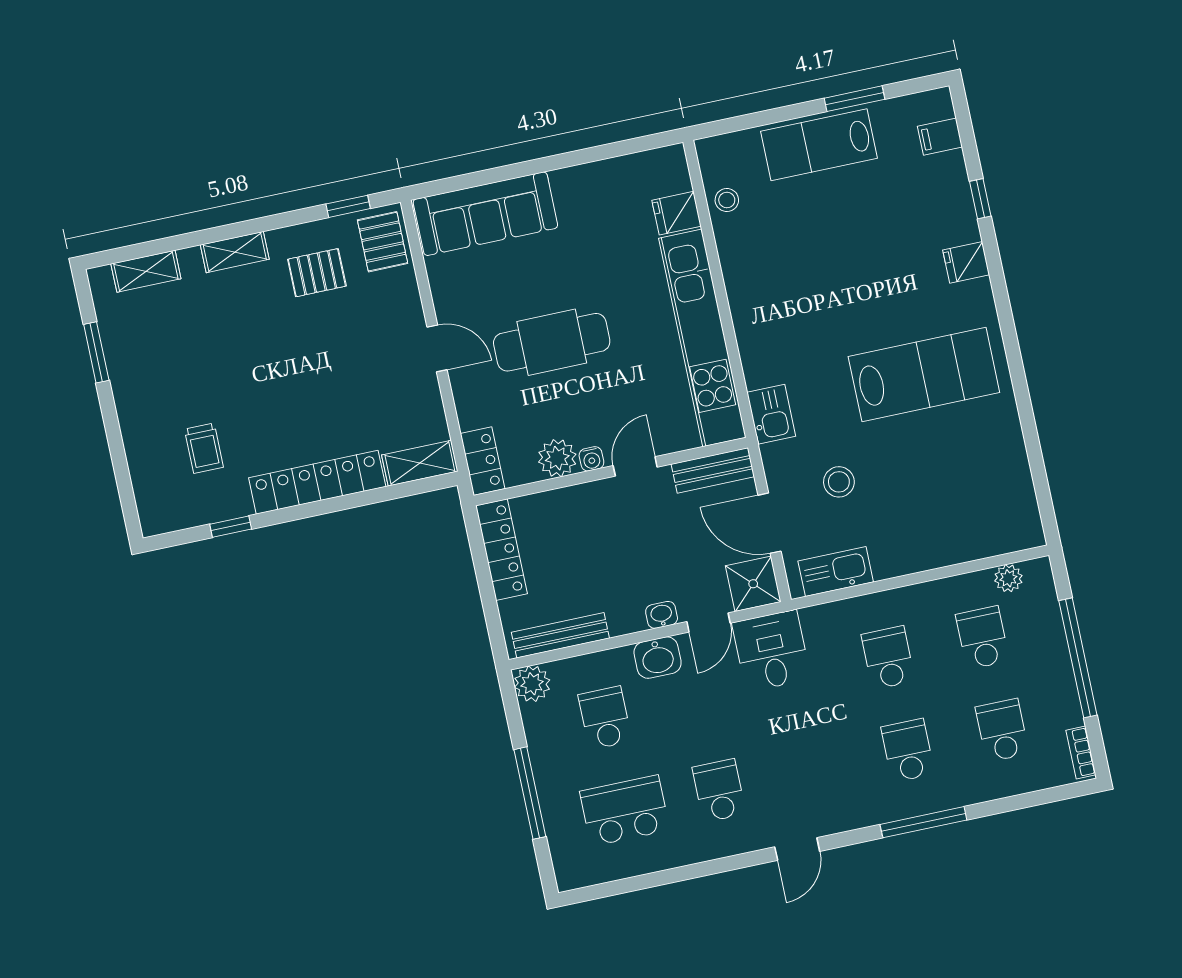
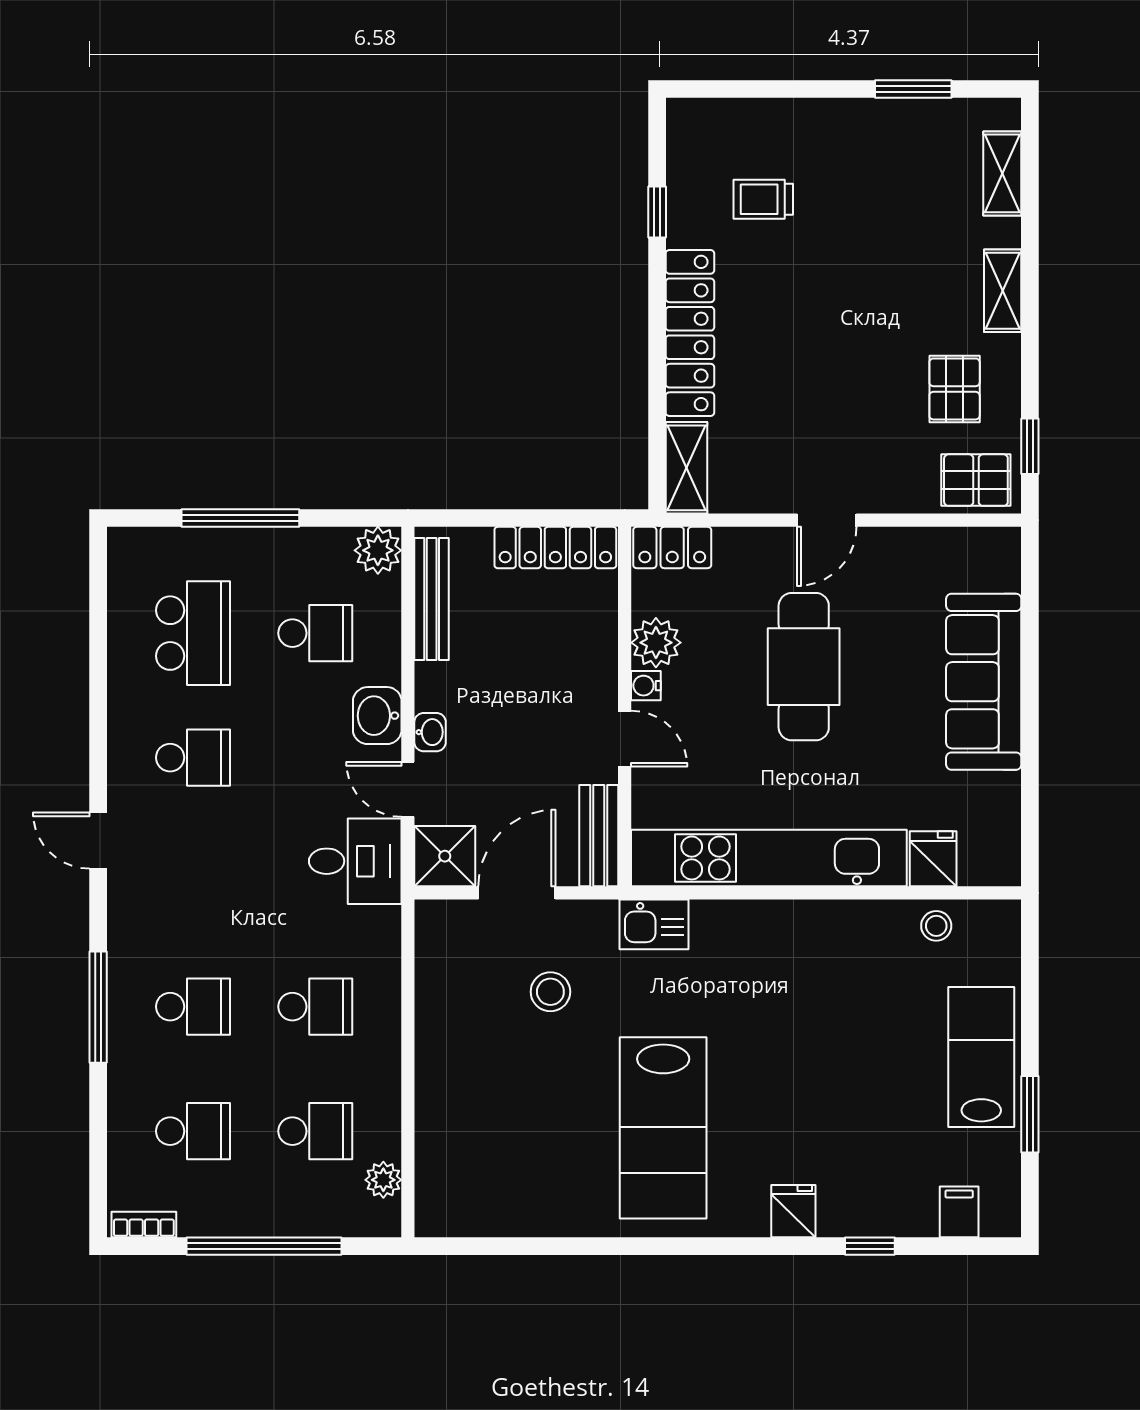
sofa: (485, 214) -> (984, 682), moved
kitchen sink: (836, 572) -> (438, 964), removed

